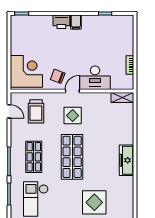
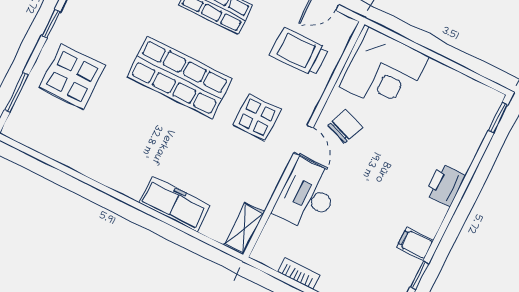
filing cabinet: (76, 22) -> (415, 244), moved
freezer: (127, 160) -> (174, 204), moved

